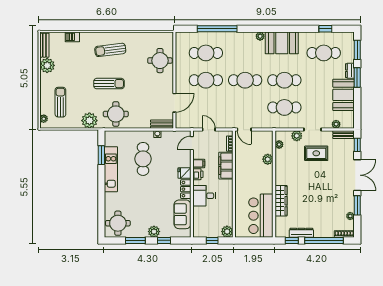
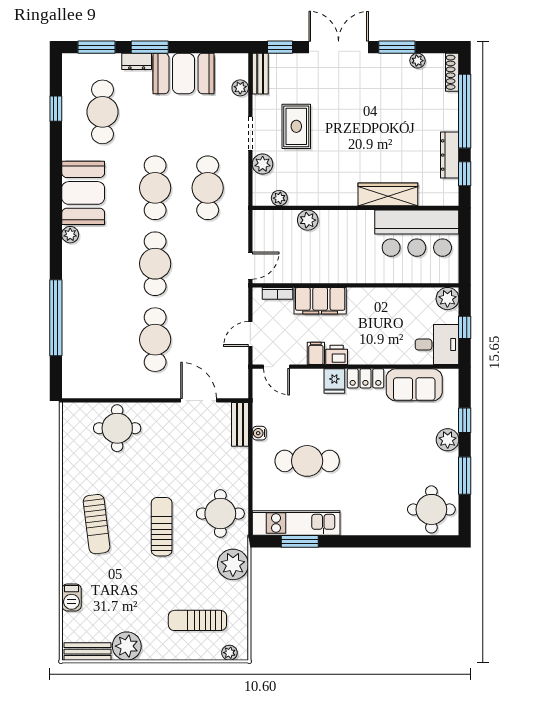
cafe table: (206, 53) -> (102, 340), removed
kitchen unit: (111, 169) -> (296, 523), moved
desk: (204, 196) -> (437, 345), moved, turned -90

